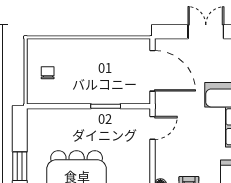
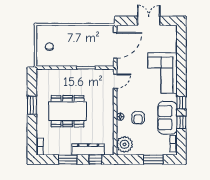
door: (152, 71) -> (115, 45), hinge flipped

